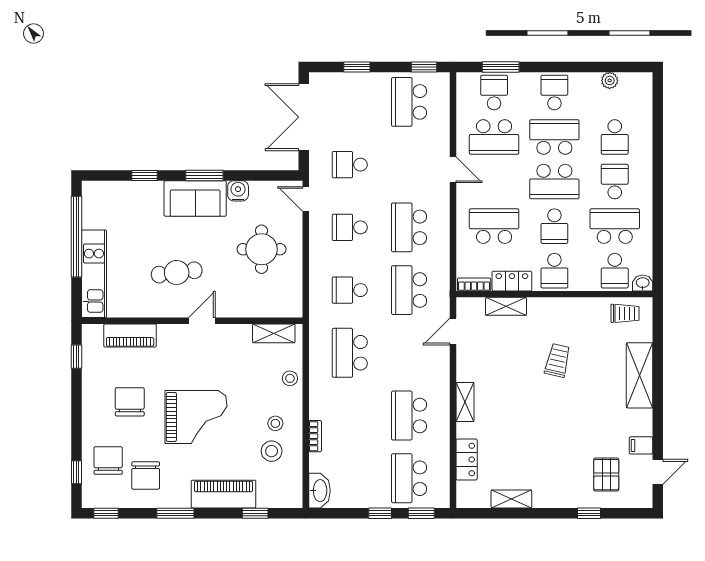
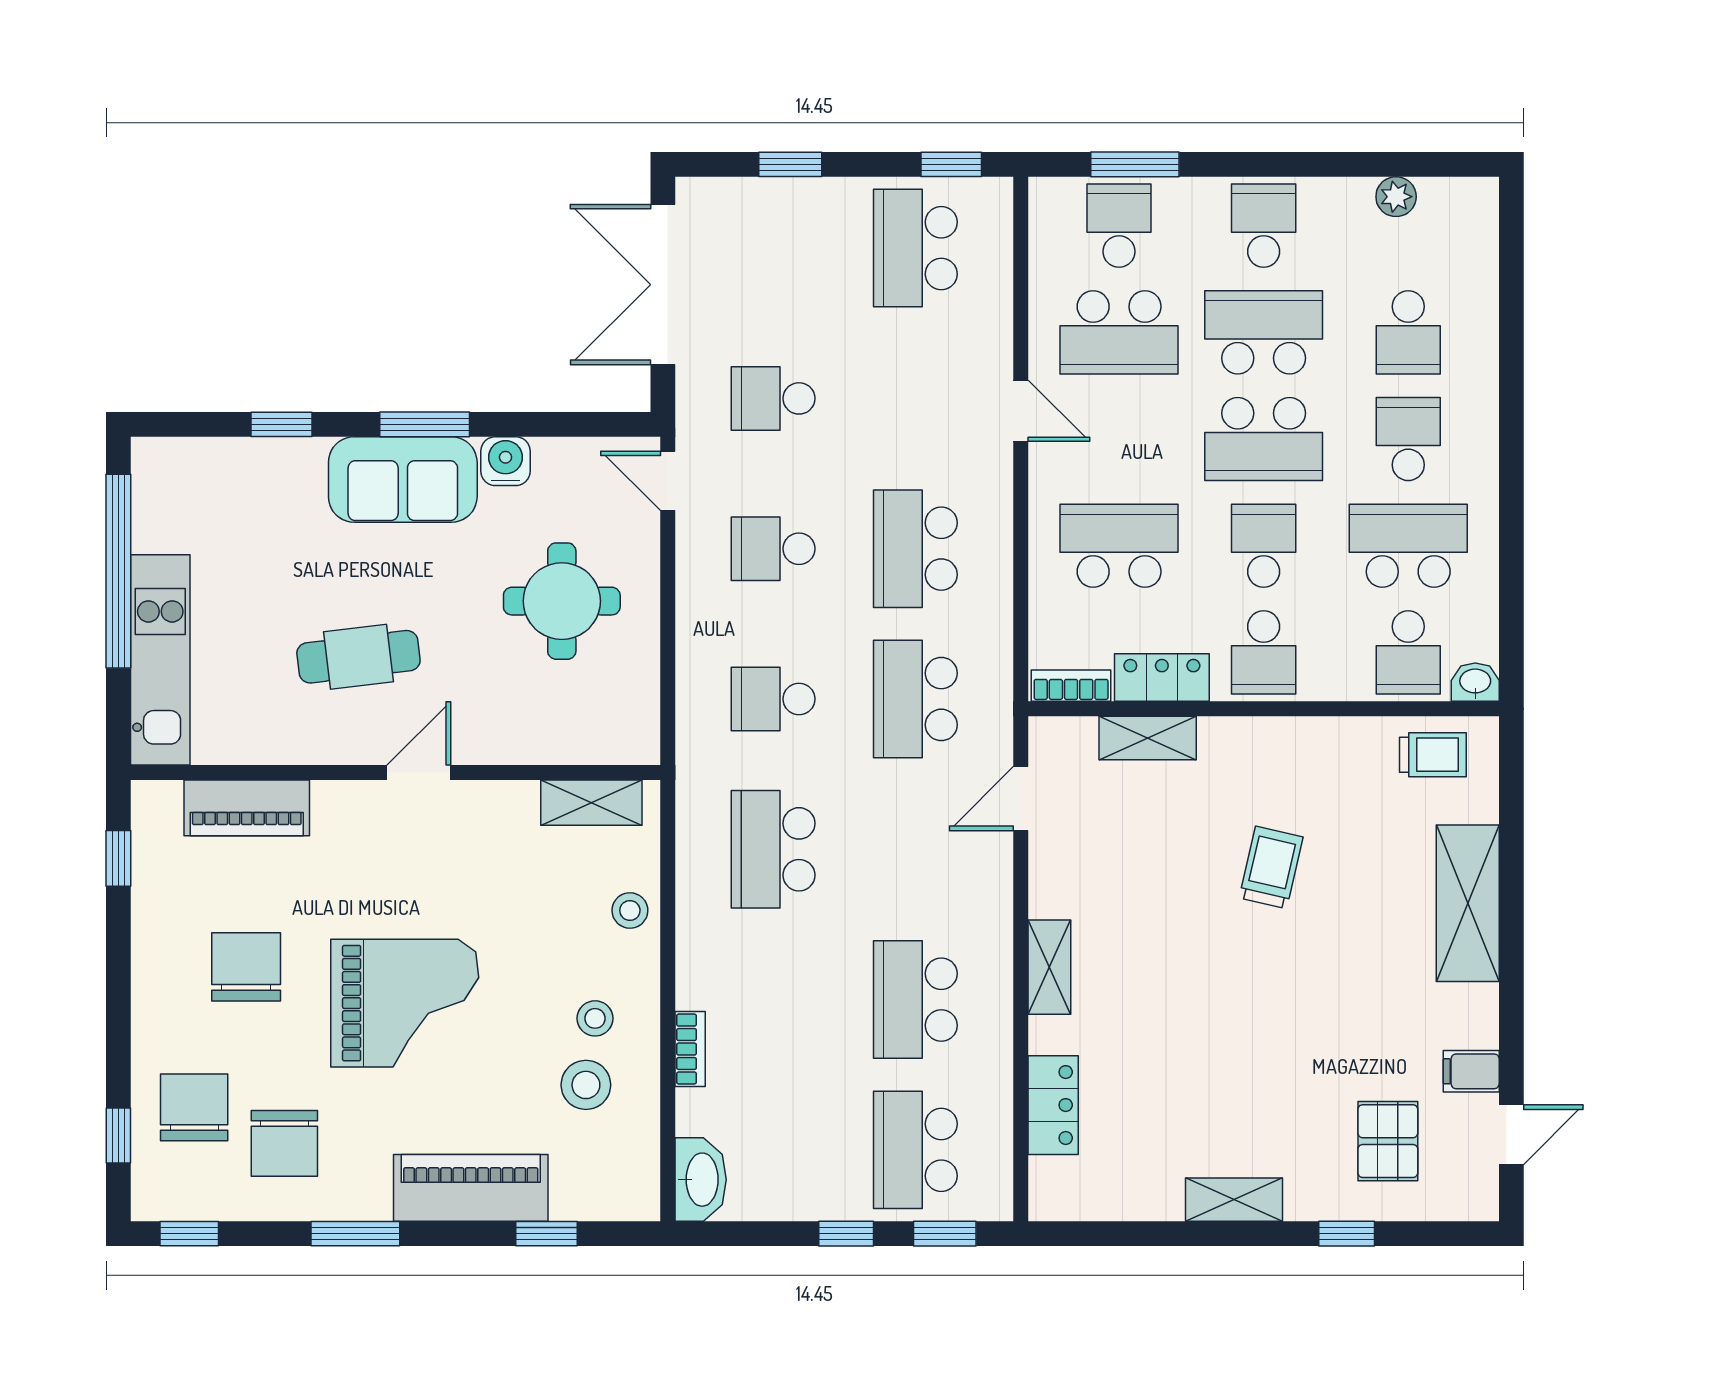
school desk: (554, 226) -> (1264, 546), turned 180
shelving: (511, 499) -> (1234, 1200), moved

